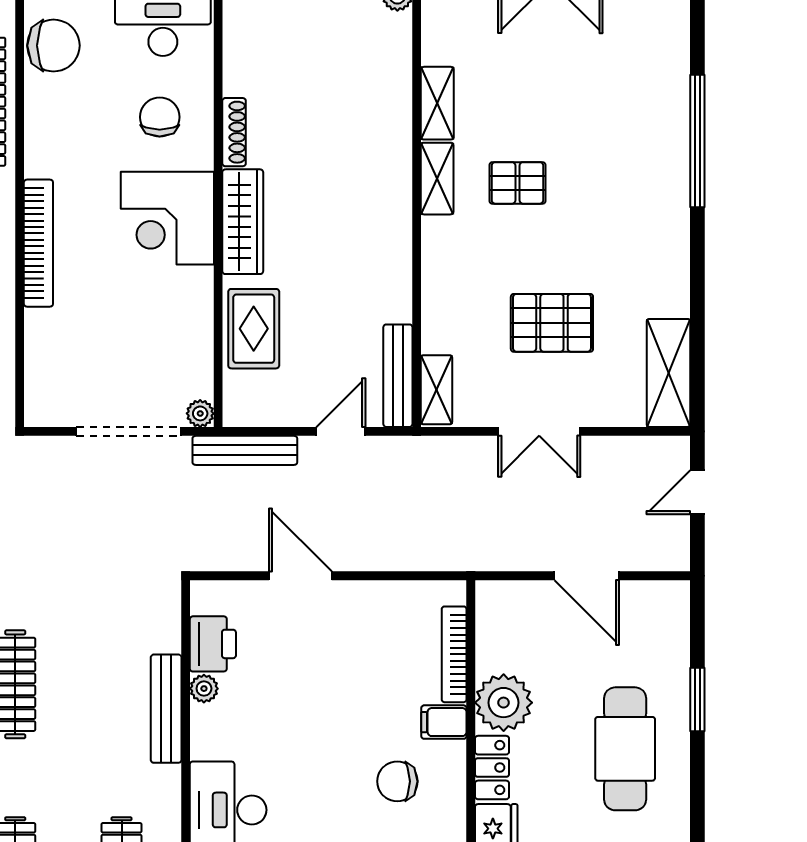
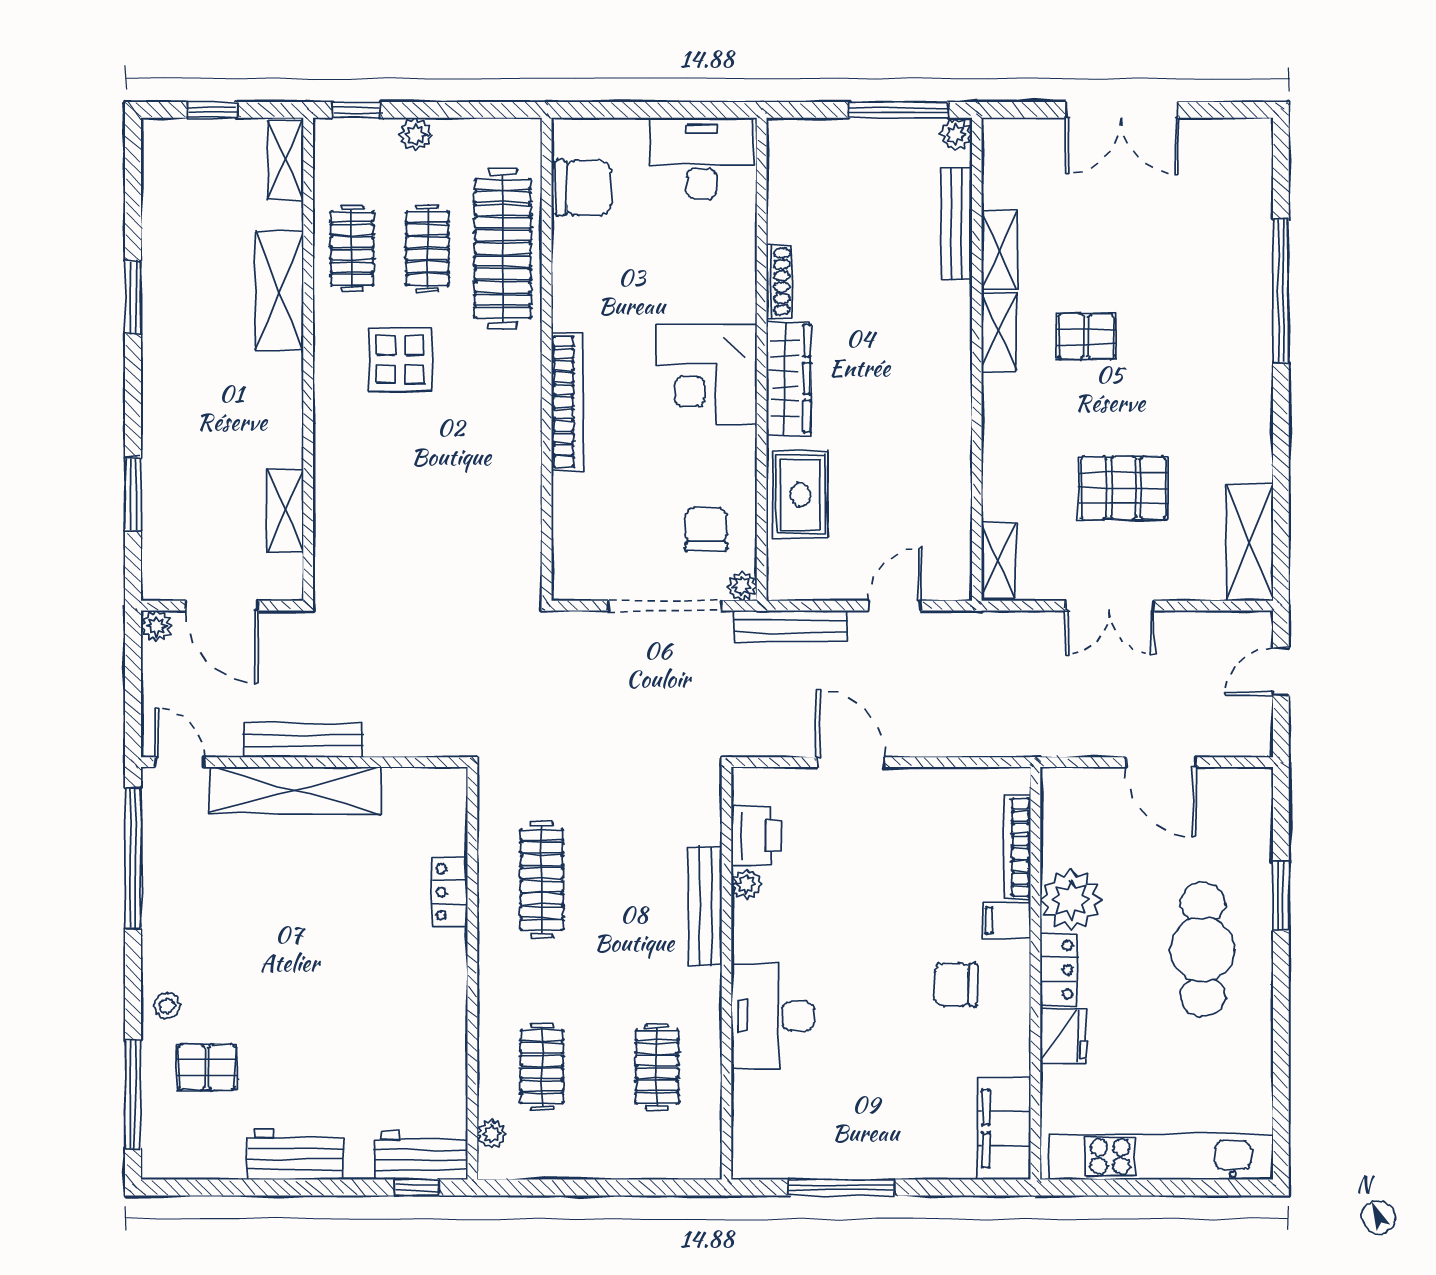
chair: (160, 117) -> (706, 529), moved
bench: (398, 376) -> (956, 223), moved

